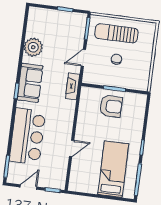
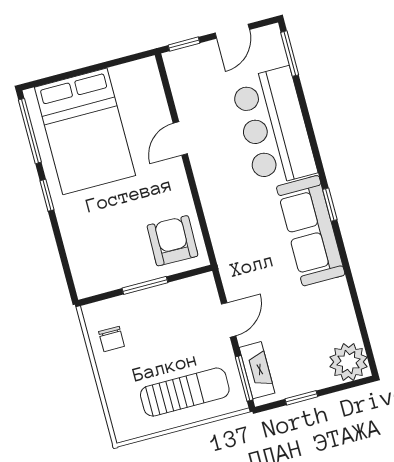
plant: (33, 47) -> (348, 362), moved
chair: (116, 59) -> (112, 339), moved
sofa: (30, 83) -> (311, 231), width x1.36
fireplace: (73, 86) -> (257, 370), moved
armchair: (111, 106) -> (172, 241), moved, turned 91
bed: (113, 169) -> (85, 131), width x1.50

